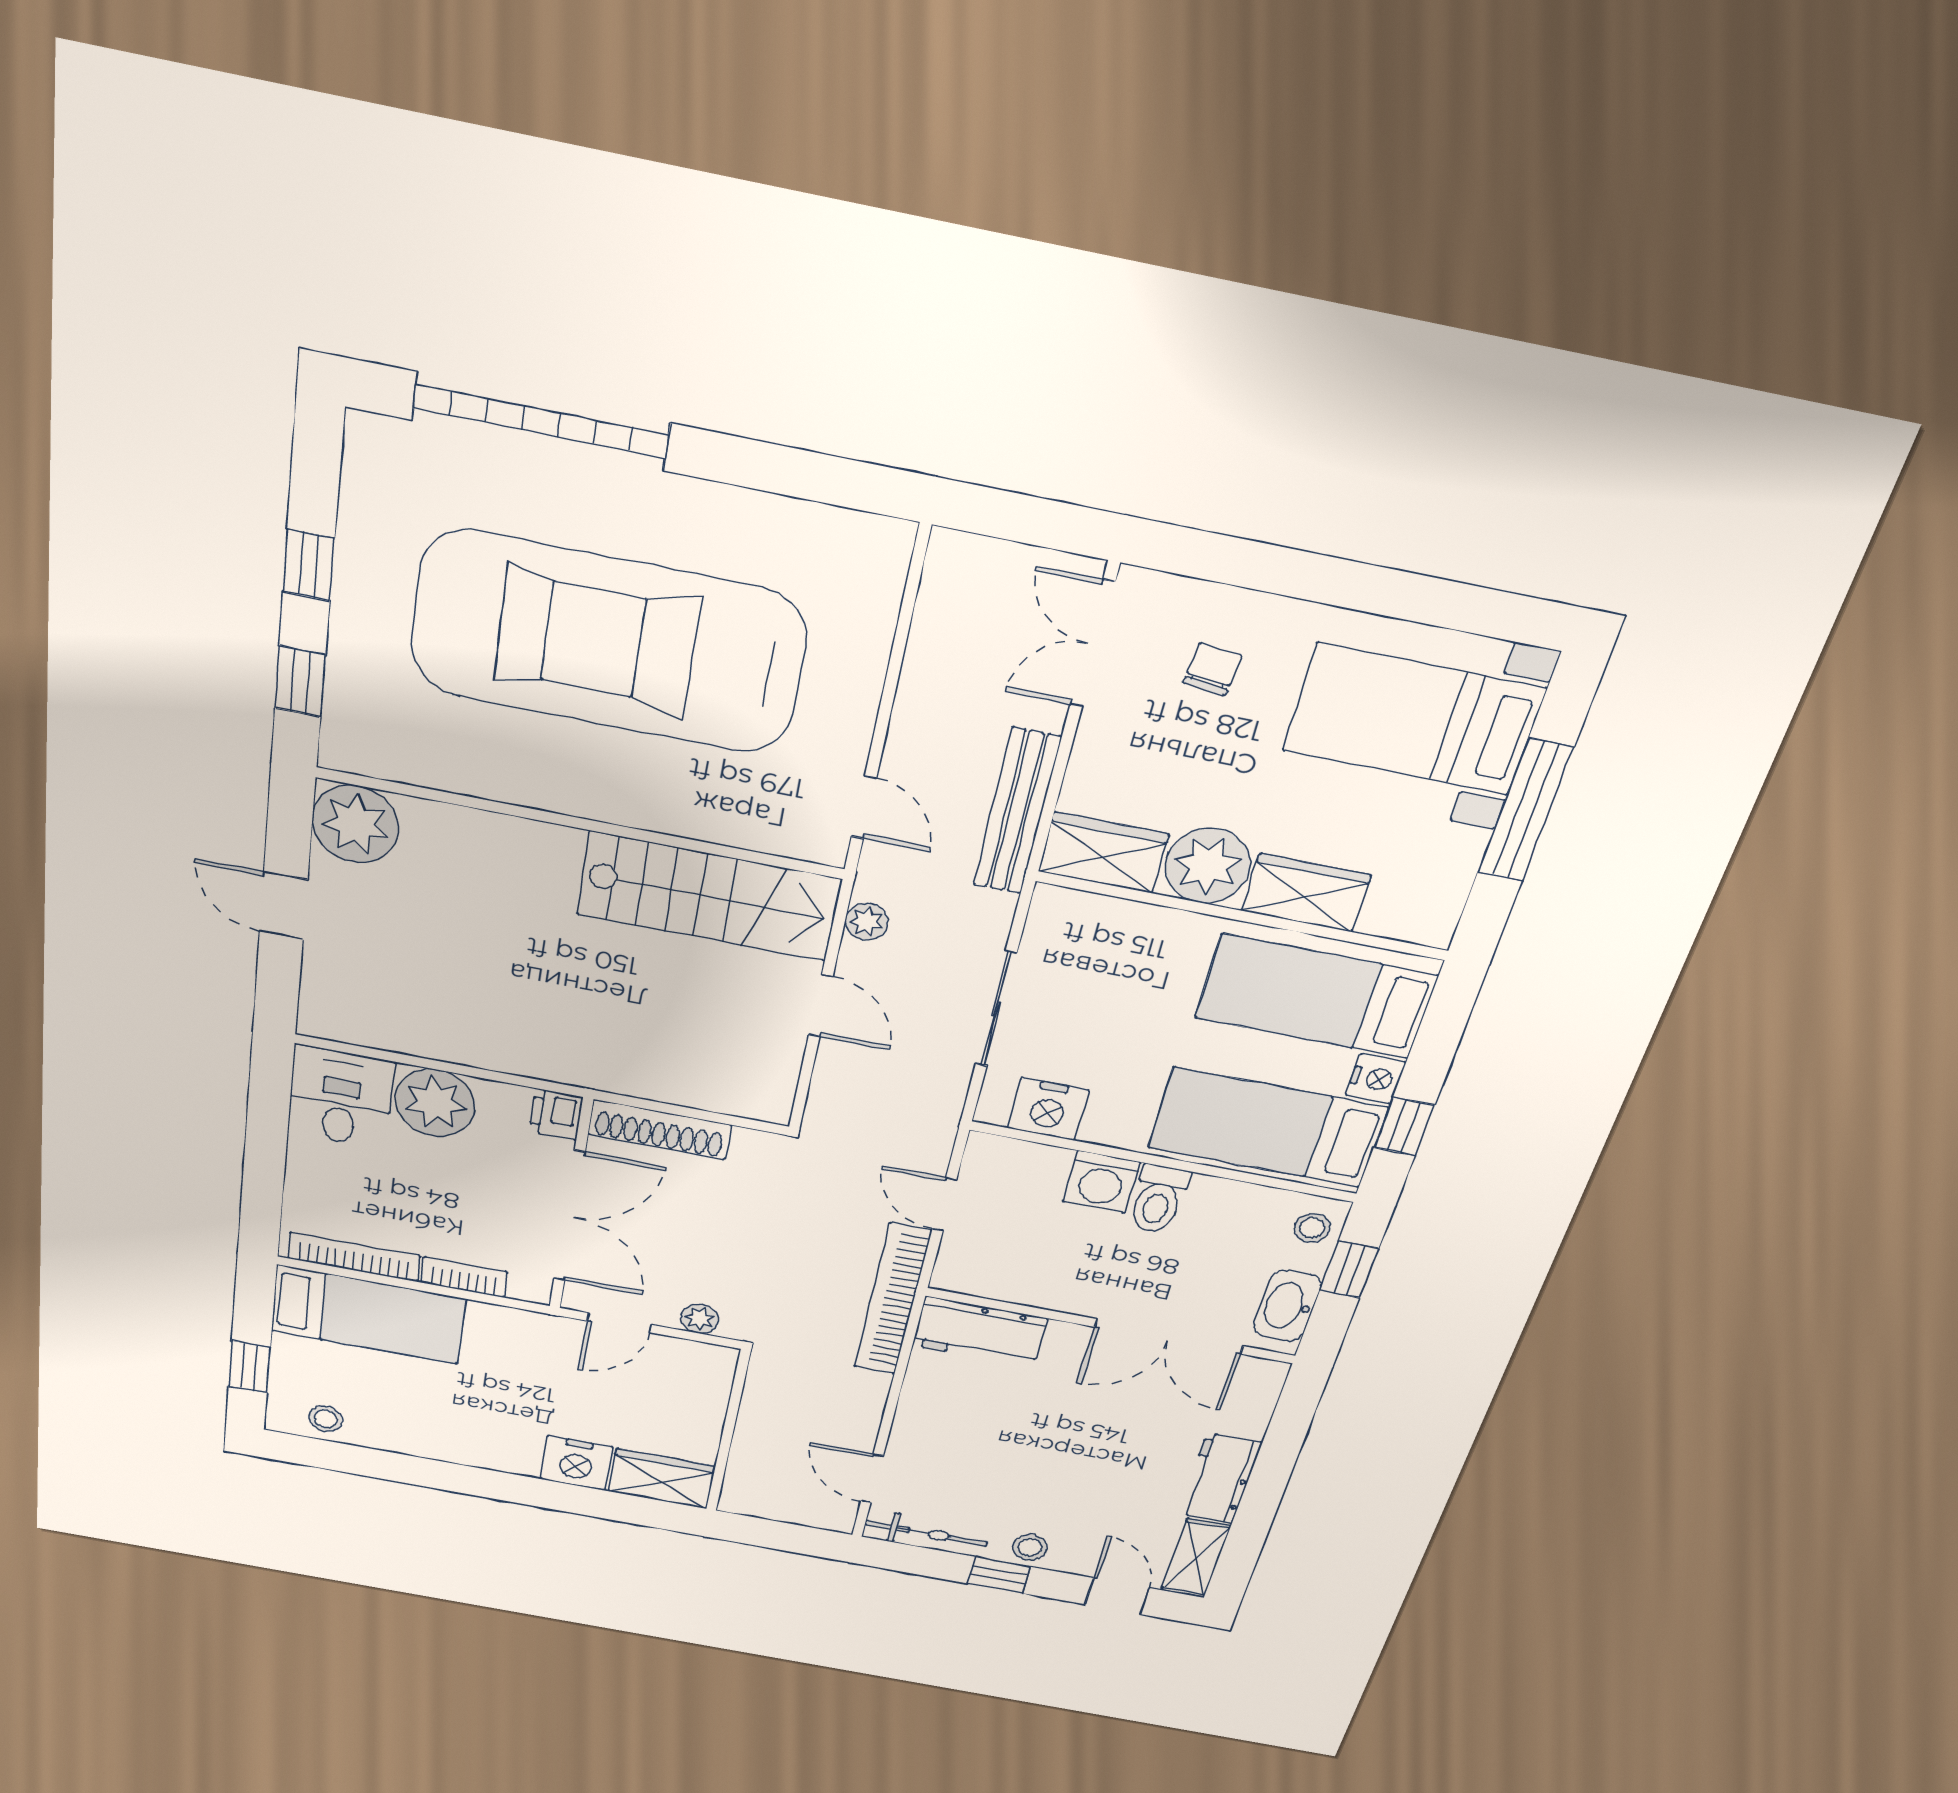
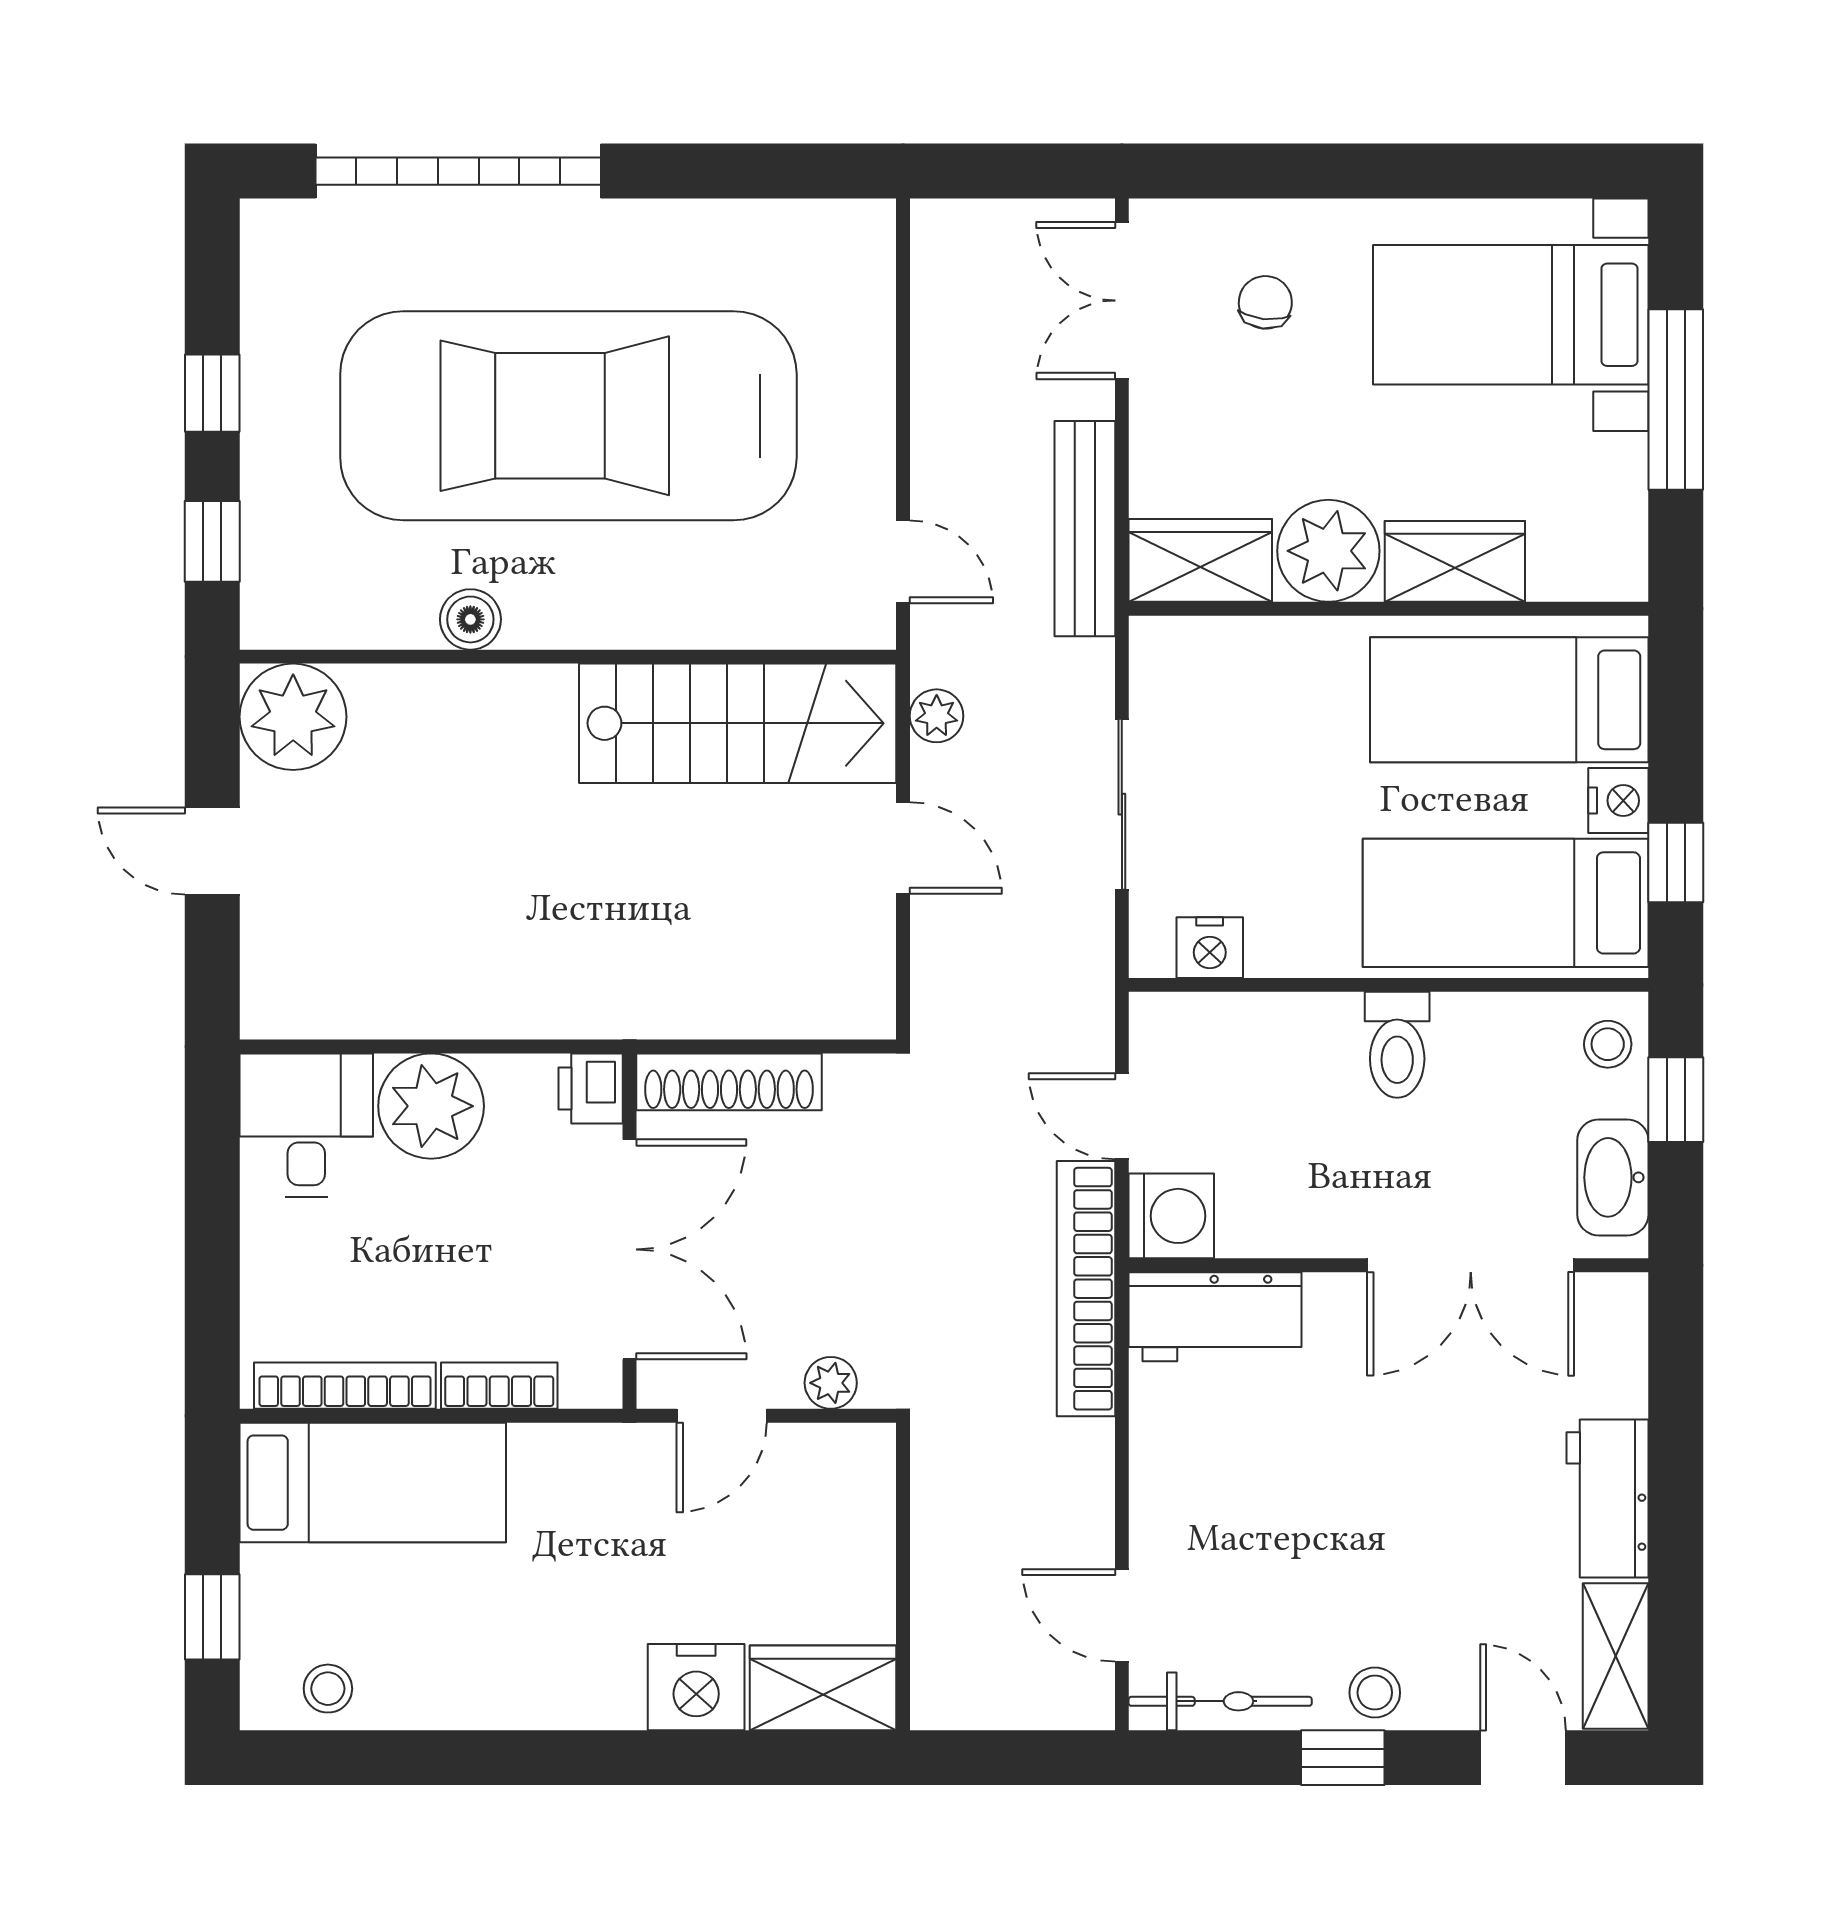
boiler: (506, 781) -> (470, 619), added
nightstand: (1048, 1109) -> (1210, 948), width x0.74, depth x0.75
washing machine: (1101, 1182) -> (1171, 1216), moved, turned -90

